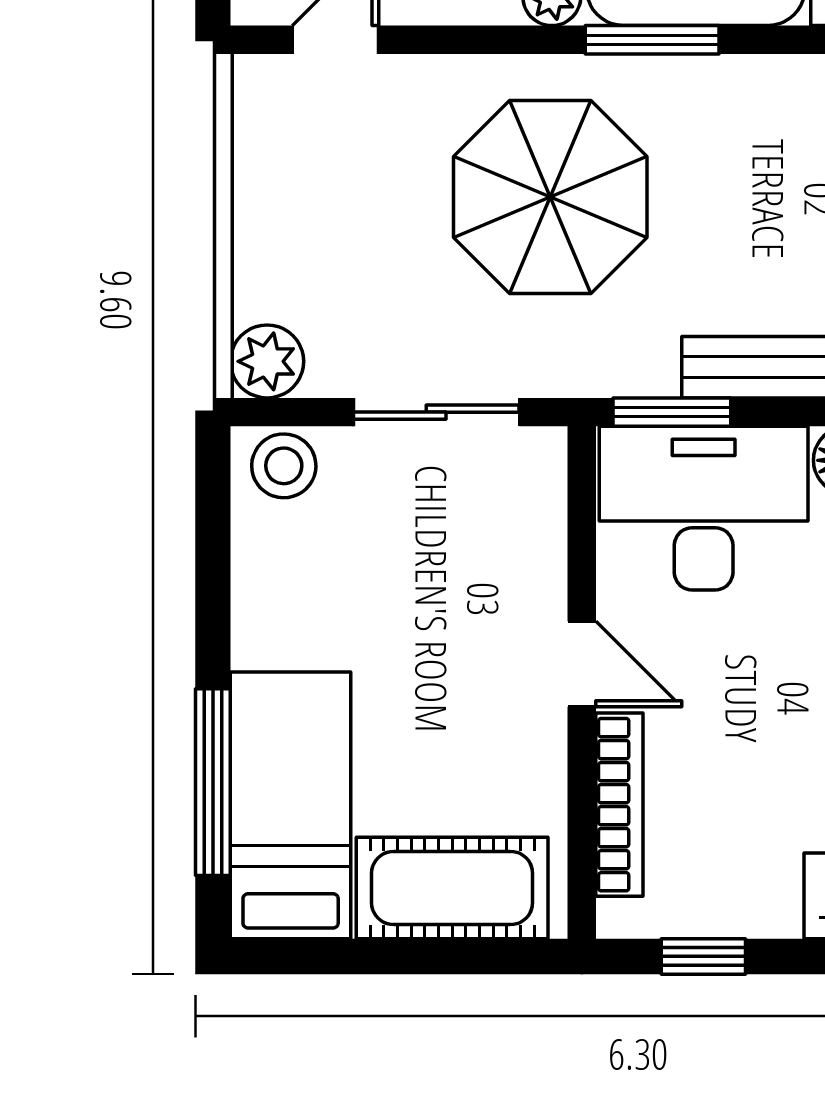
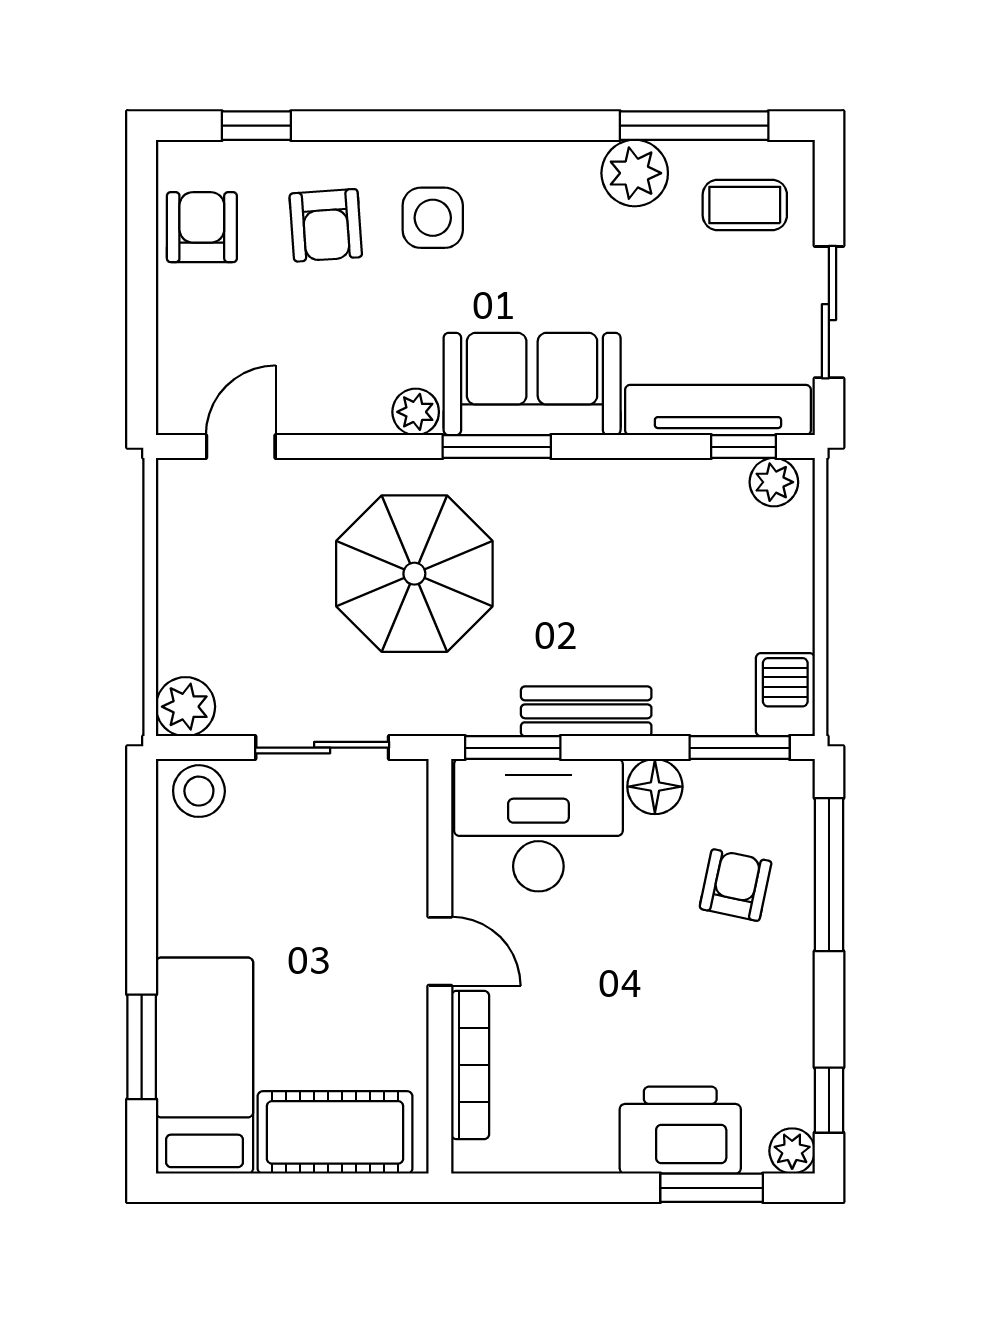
window: (213, 782) -> (142, 1047), width x0.69
window: (703, 956) -> (538, 1188), removed

